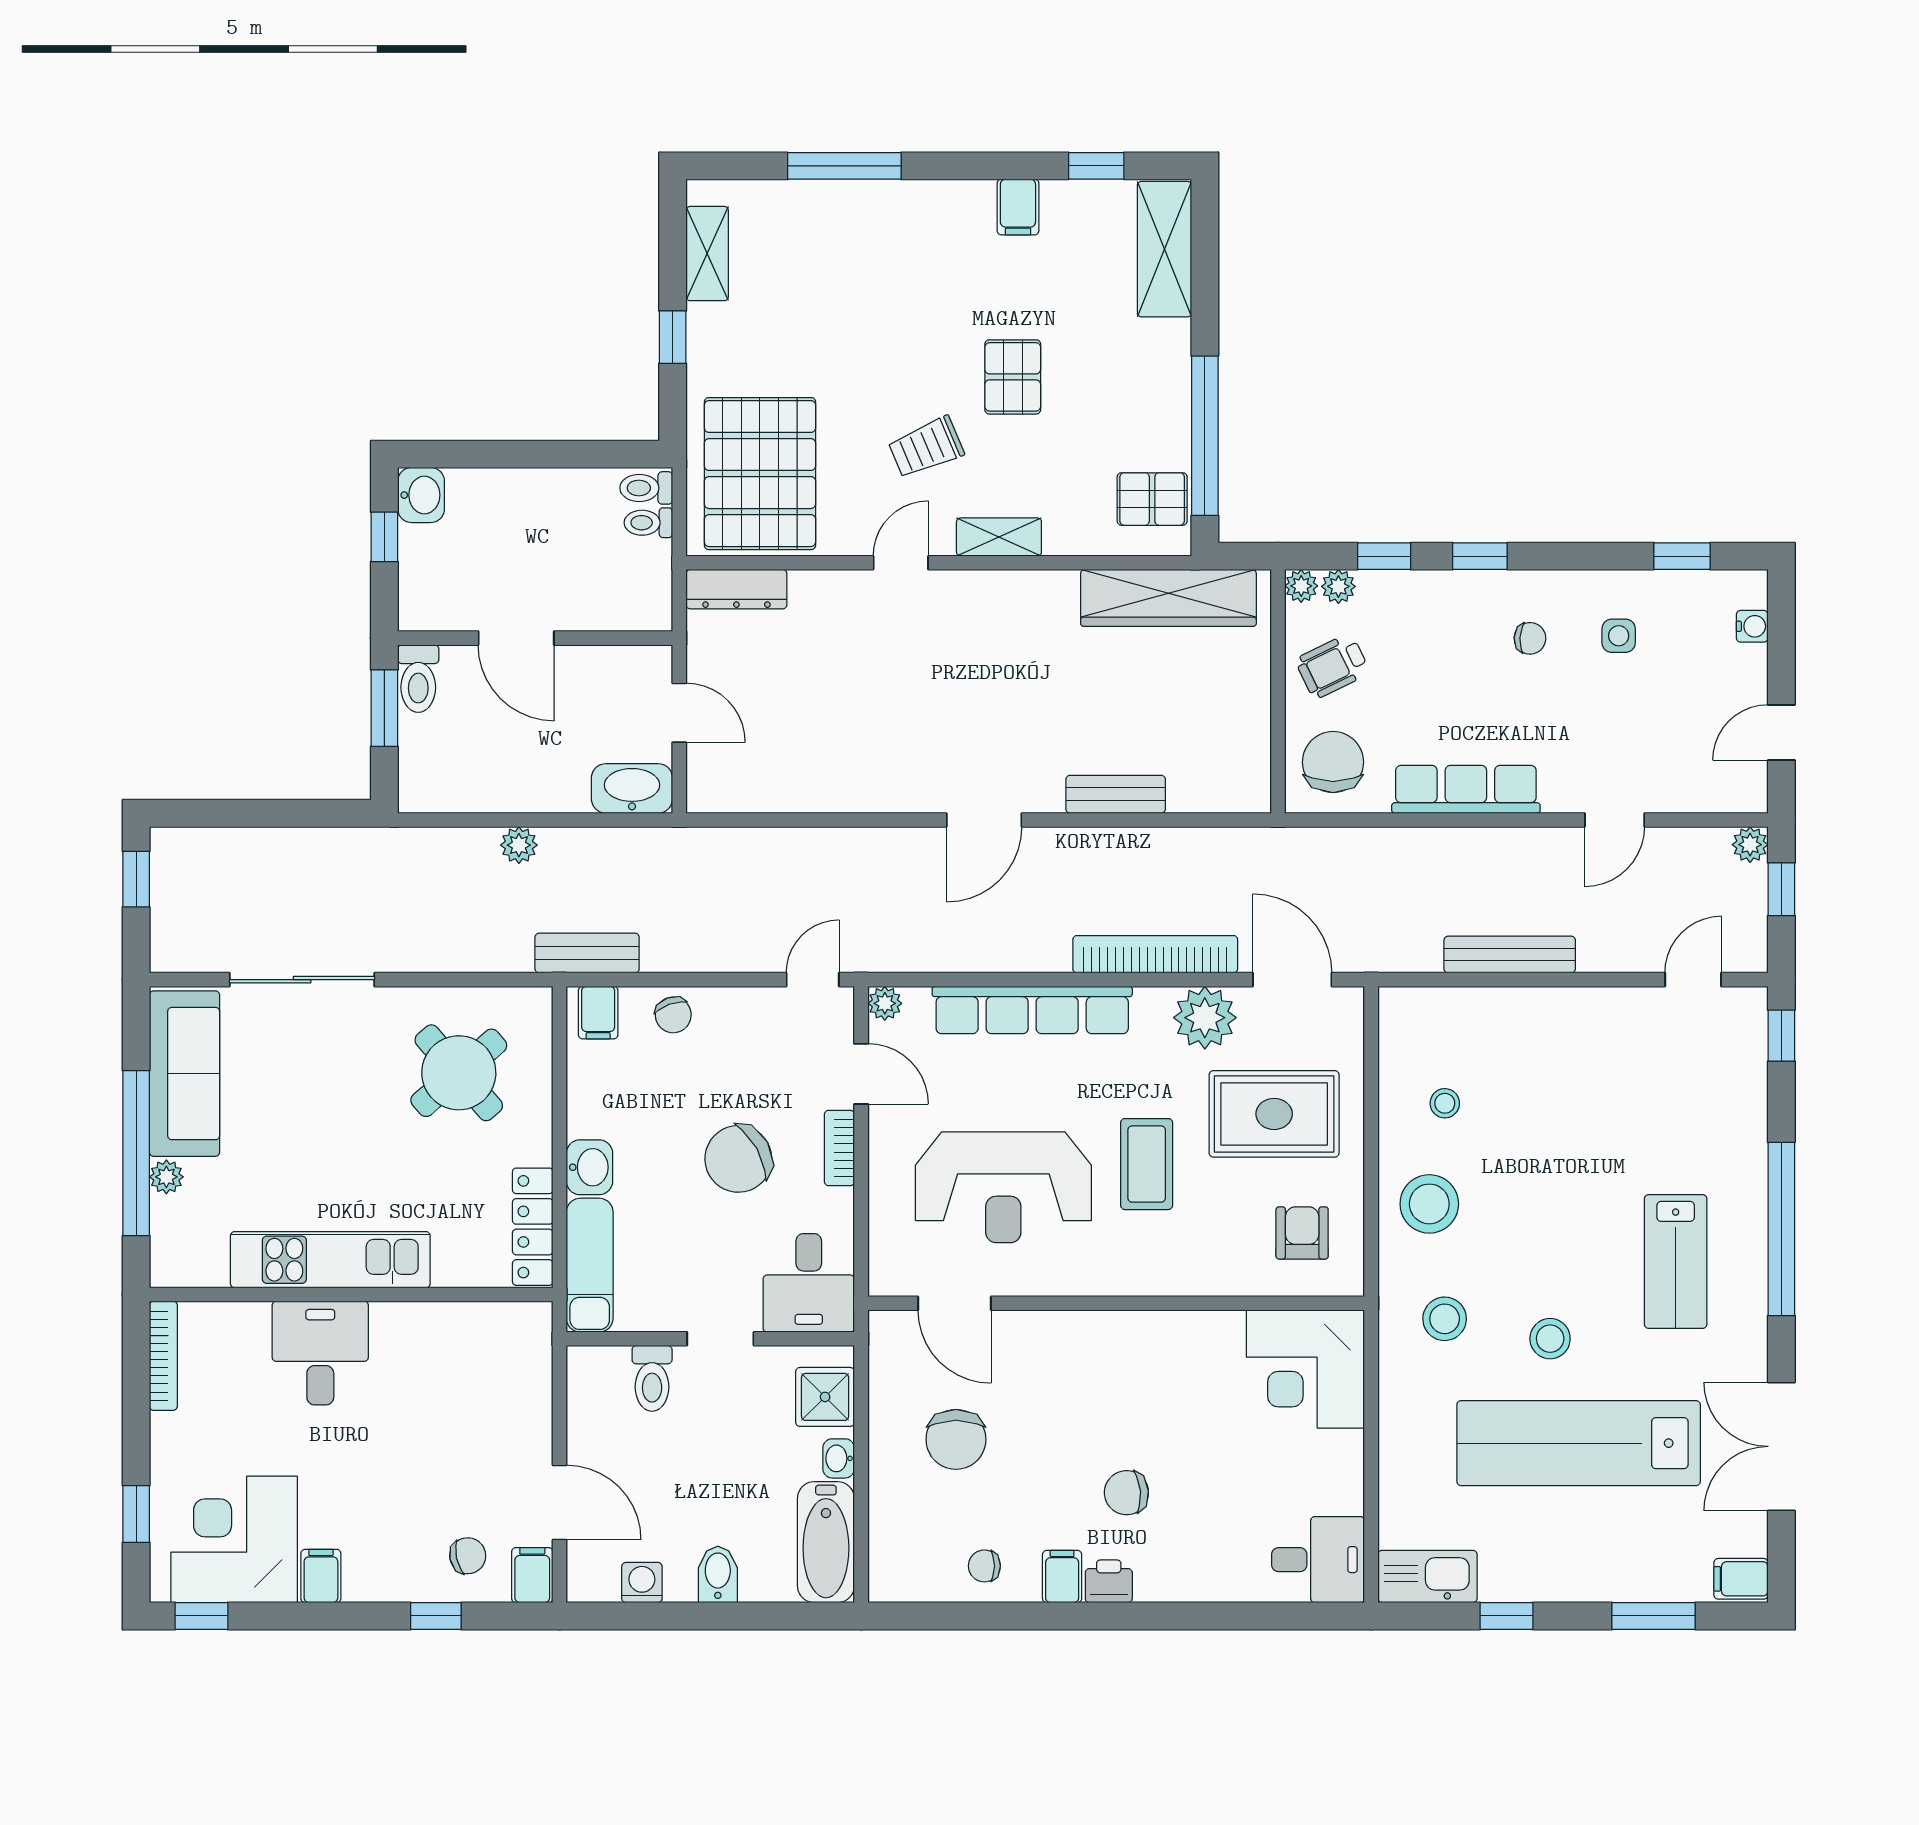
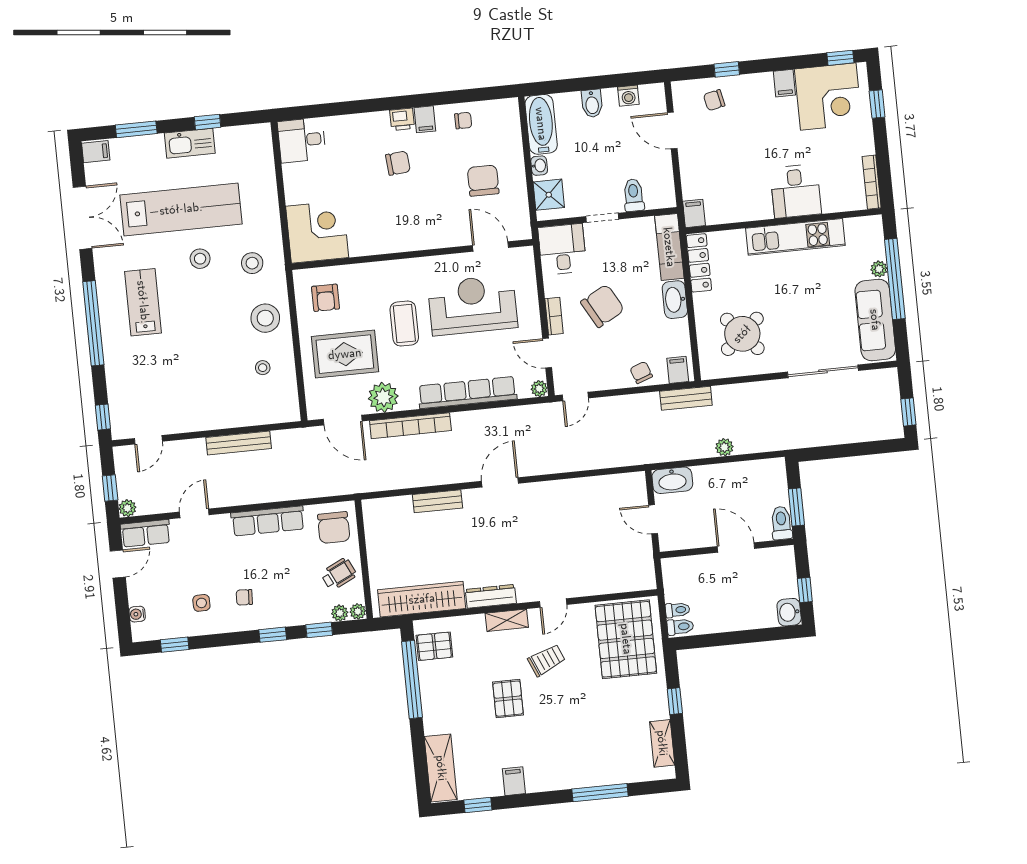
dresser: (736, 589) -> (491, 596), moved
row of seats: (1718, 789) -> (146, 533), added
washbasin: (589, 1167) -> (675, 300), width x1.38
filing cabinet: (532, 1575) -> (694, 213), moved, turned 180
kitchen sink: (1427, 1576) -> (190, 143), moved

